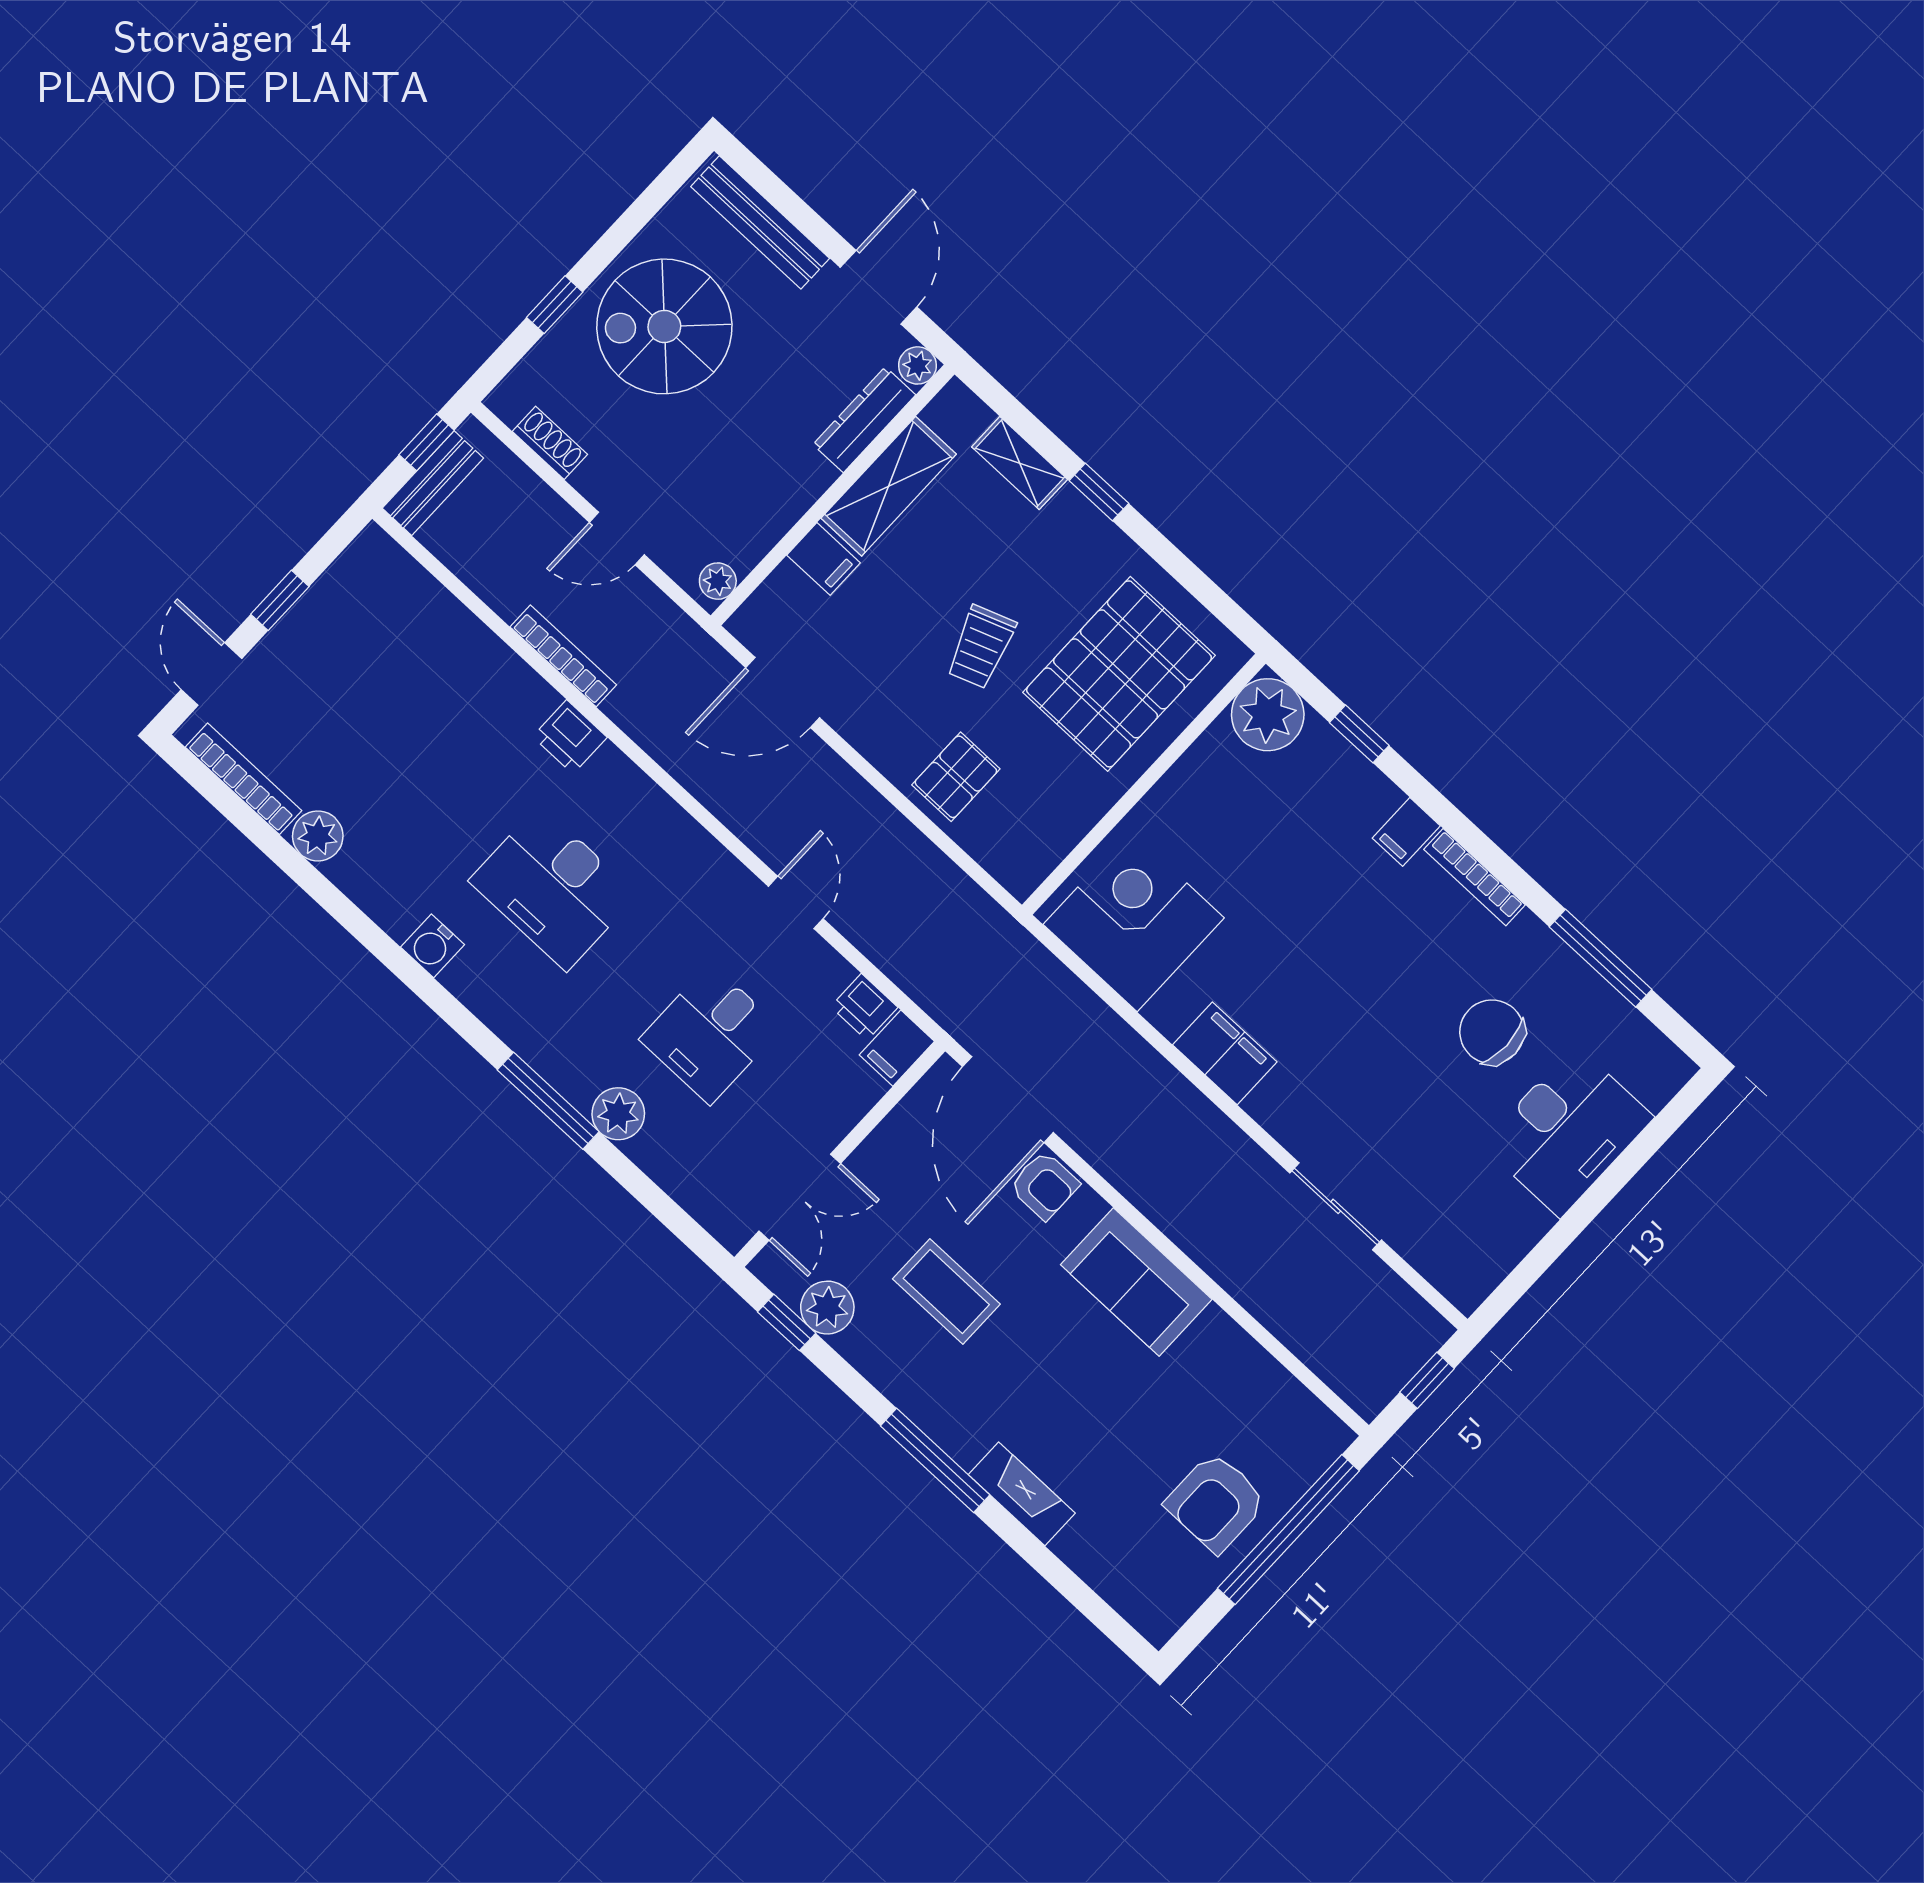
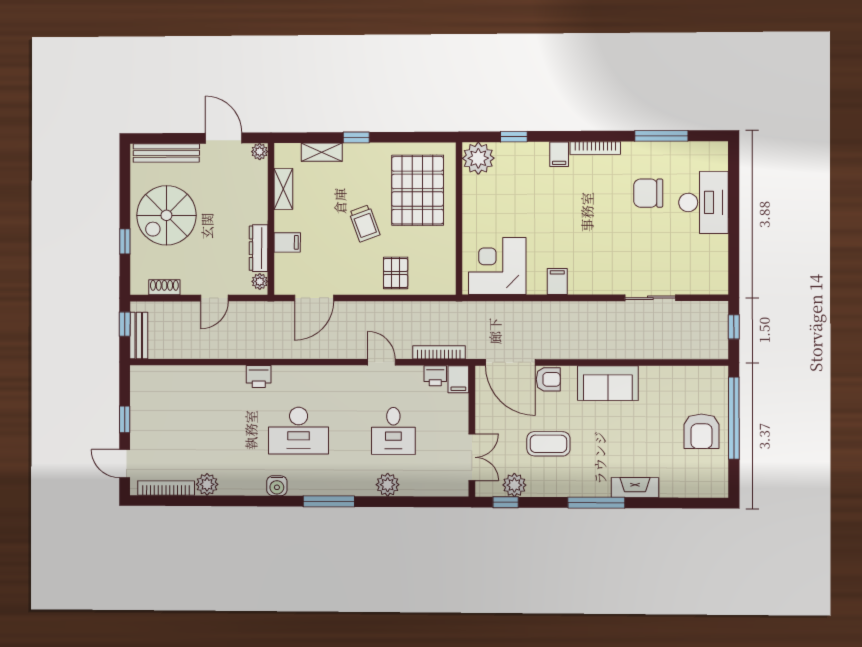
dresser: (864, 420) -> (259, 248), moved
shelving: (889, 486) -> (283, 189), width x0.67, depth x0.75
bookcase: (563, 656) -> (439, 352), moved
filing cabinet: (1225, 1053) -> (557, 282), width x0.50
window: (548, 1101) -> (329, 501), moved

